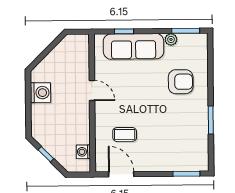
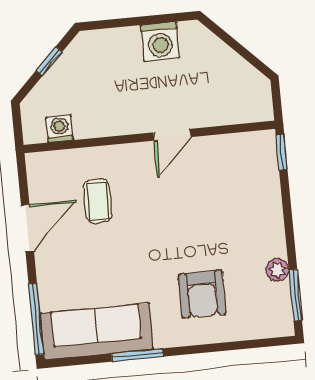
window: (124, 31) -> (282, 152), moved
sofa: (134, 46) -> (97, 331), moved, turned 90
door: (121, 174) -> (27, 228), moved
window: (186, 174) -> (36, 319), width x1.44

